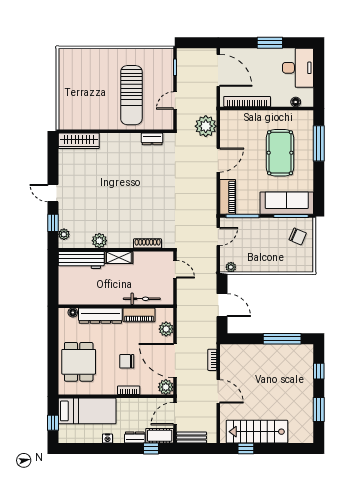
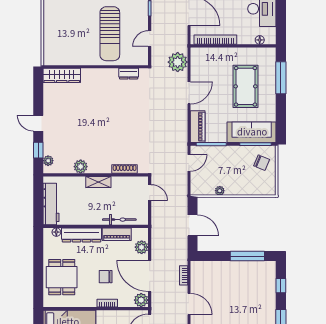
workbench: (81, 260) -> (51, 204), moved, turned -90
plant: (231, 267) -> (220, 191), moved

